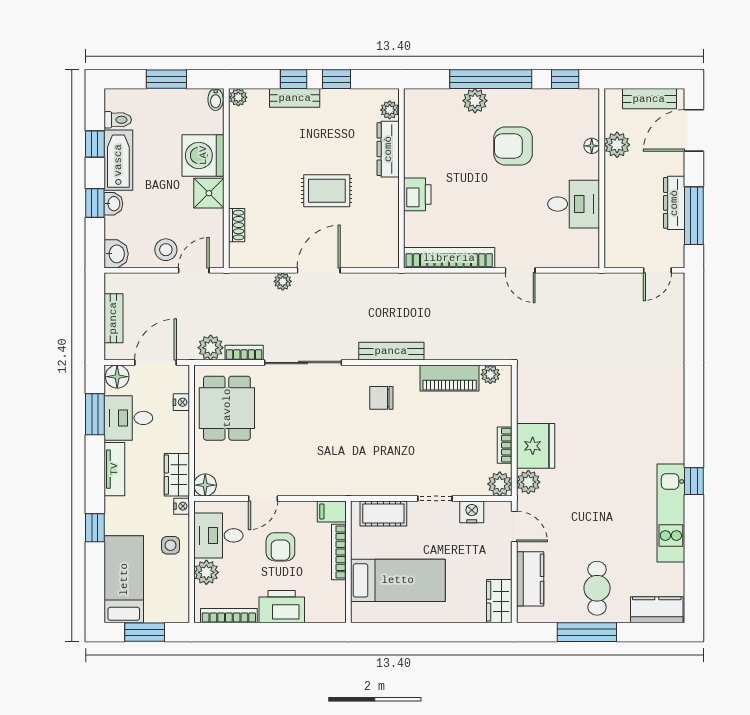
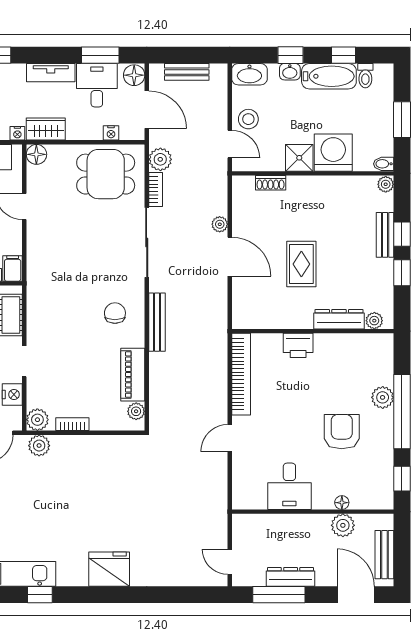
washbasin: (116, 254) -> (249, 74), width x1.38
fridge: (536, 446) -> (109, 569), moved, turned 180

